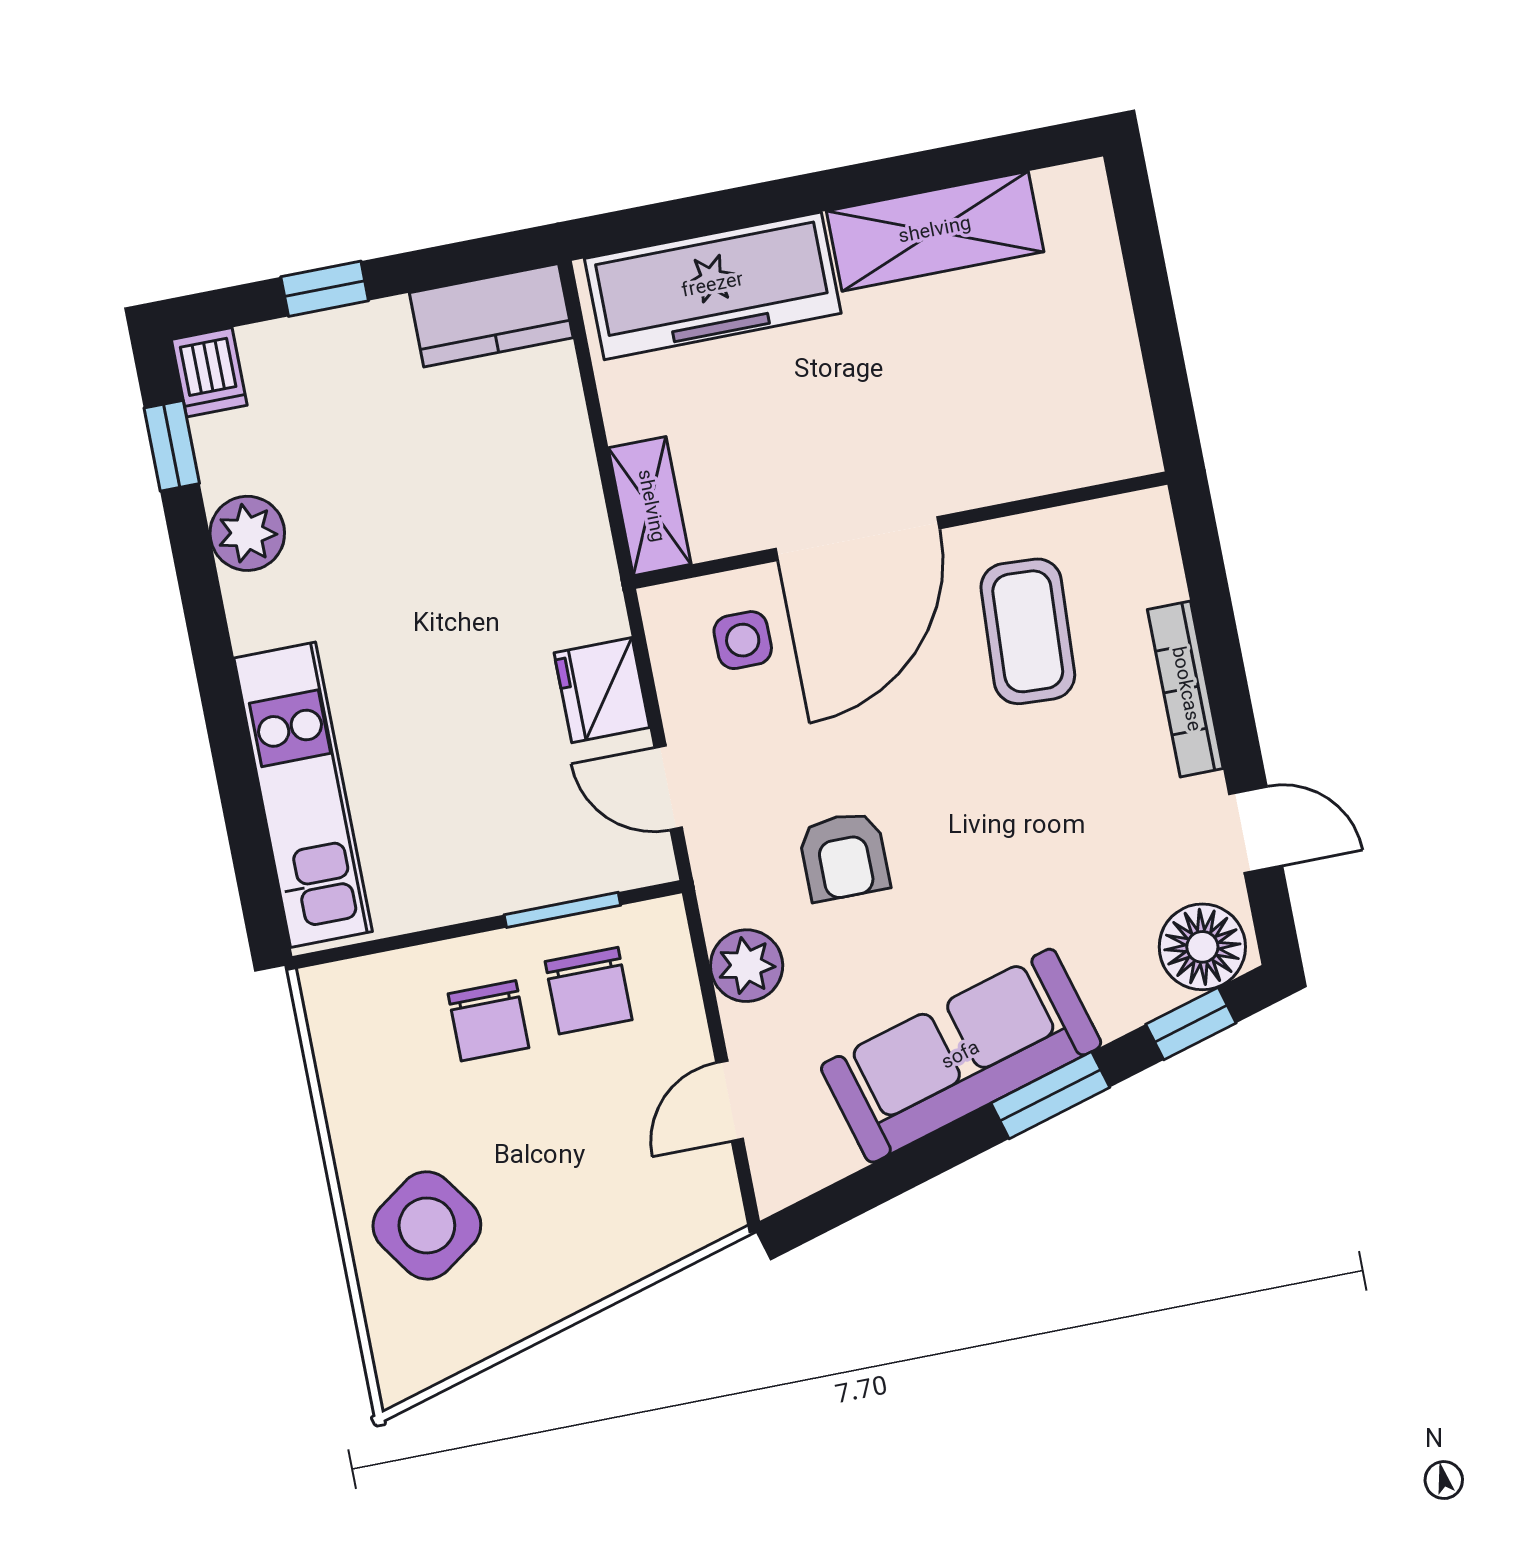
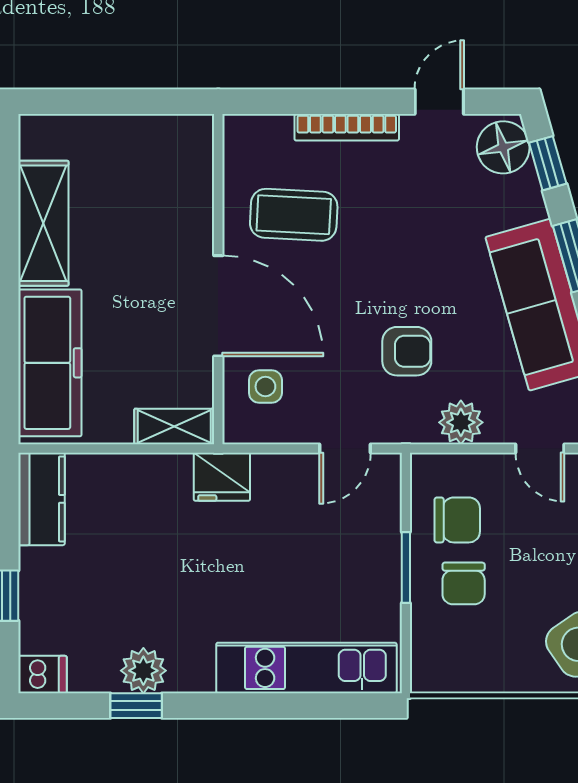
window: (172, 446) -> (136, 706), moved
fridge: (602, 690) -> (222, 477), moved
window: (562, 910) -> (406, 567), moved
chair: (488, 1021) -> (464, 583), turned 90

